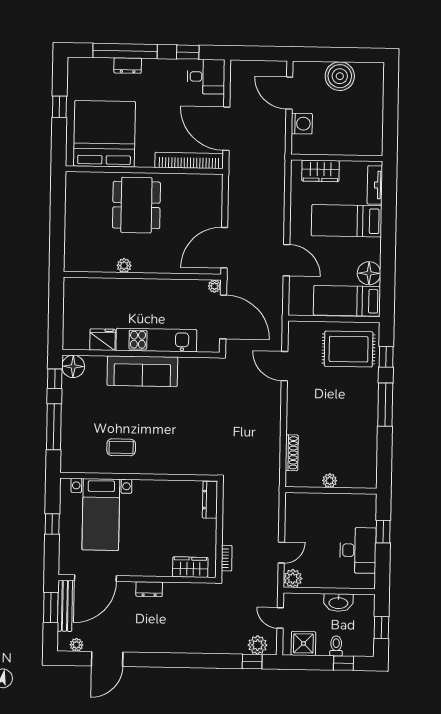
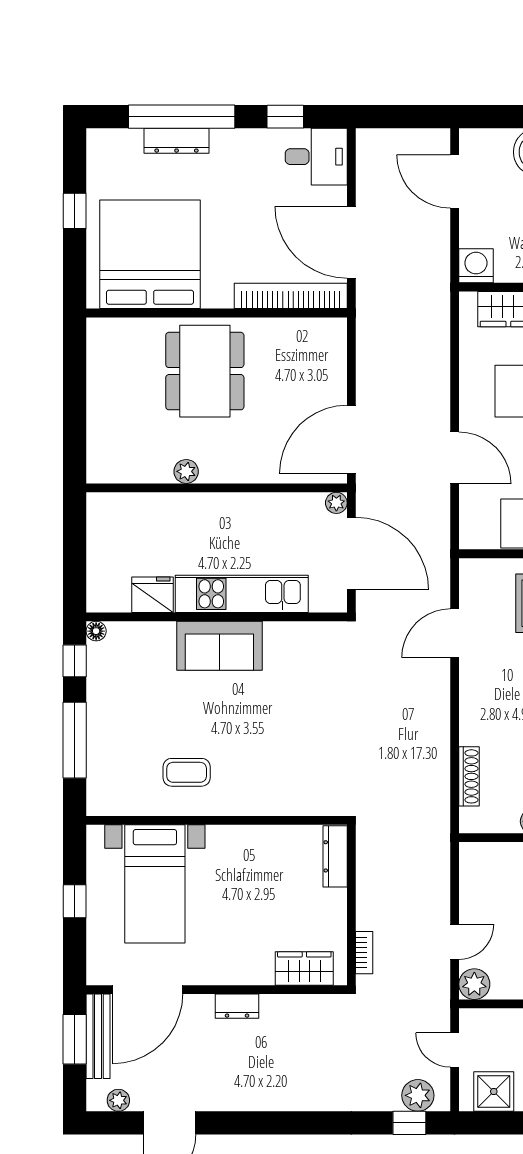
dresser: (128, 66) -> (177, 141), width x1.44
washing machine: (302, 124) -> (476, 266), moved, turned -90
floor lamp: (73, 366) -> (96, 631), width x0.53, depth x0.53
door: (285, 366) -> (455, 633), hinge flipped
sofa: (142, 371) -> (219, 646), width x0.73

